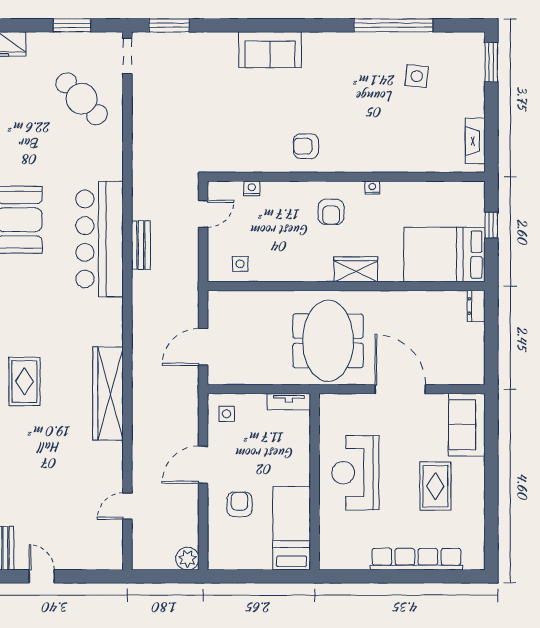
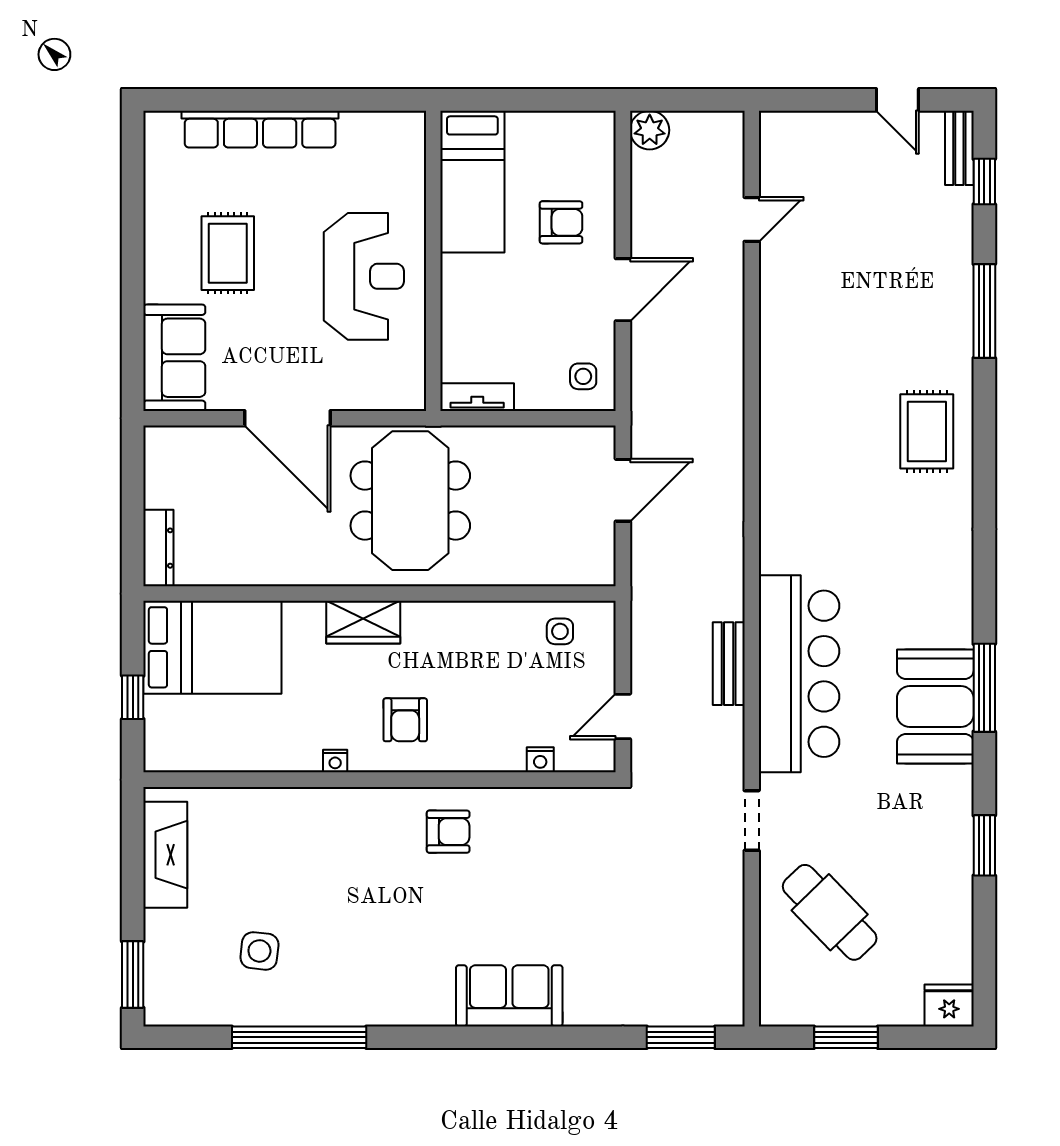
doorway: (127, 56) -> (752, 821), moved
fireplace: (475, 141) -> (165, 855), width x1.37, depth x1.32
armchair: (331, 212) -> (405, 720), turned 180
dresser: (476, 306) -> (158, 548), width x1.44
wardrobe: (108, 393) -> (785, 411), removed
armchair: (239, 504) -> (561, 222), turned -90

